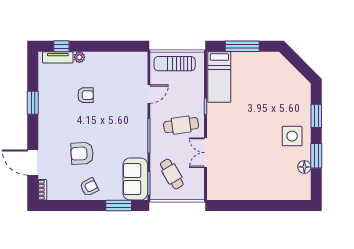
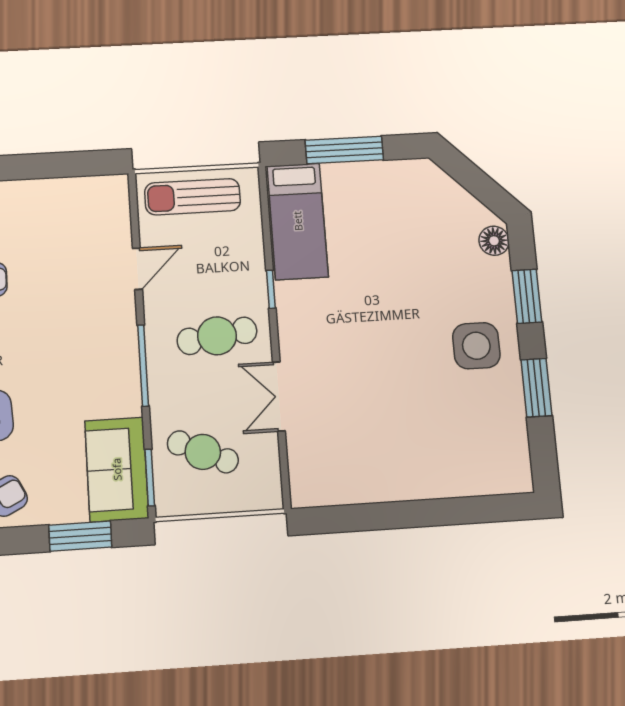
floor lamp: (304, 167) -> (494, 241), moved
cafe table: (172, 174) -> (203, 452), turned -36

